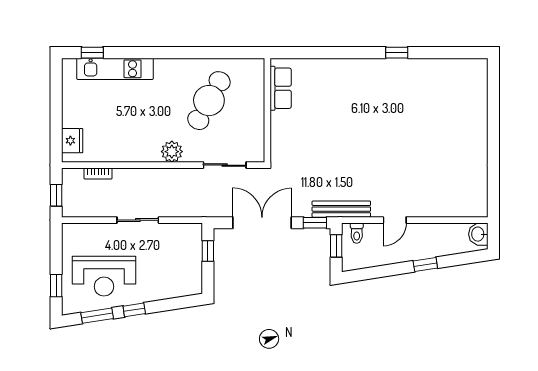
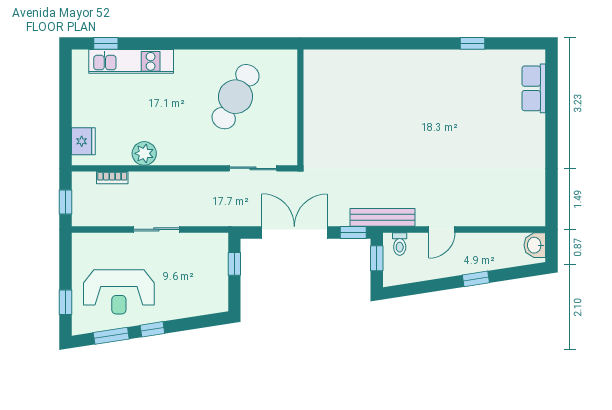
window: (397, 53) -> (472, 43), moved
row of seats: (281, 88) -> (534, 88), moved, turned 180
plant: (172, 152) -> (144, 153), moved

